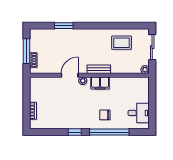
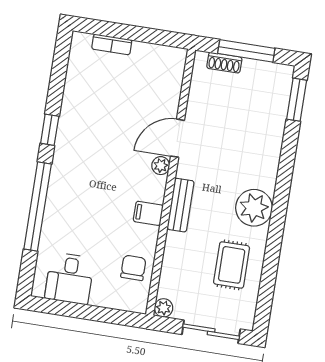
window: (64, 26) -> (297, 100), moved
plant: (95, 37) -> (254, 208), added
door: (70, 75) -> (178, 138), swing flipped
filing cabinet: (100, 83) -> (148, 213), width x0.50
chair: (105, 115) -> (133, 268), moved

